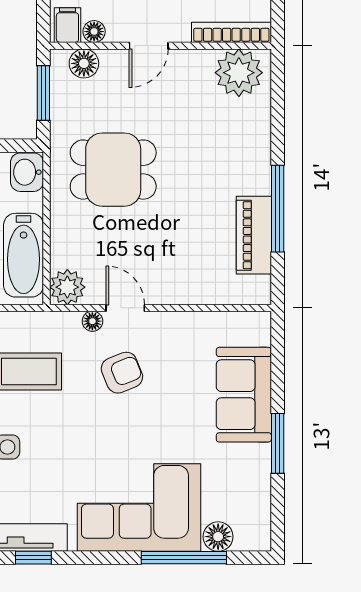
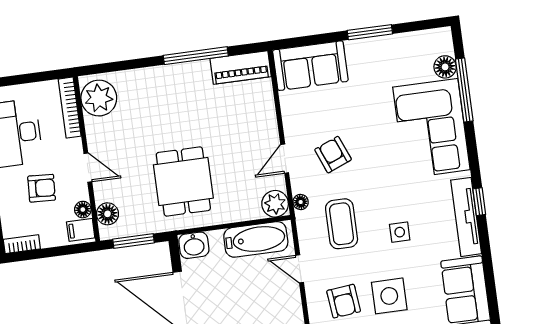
piano: (254, 235) -> (241, 68), moved
floor lamp: (92, 321) -> (301, 202), moved
sofa: (244, 395) -> (310, 66), moved

